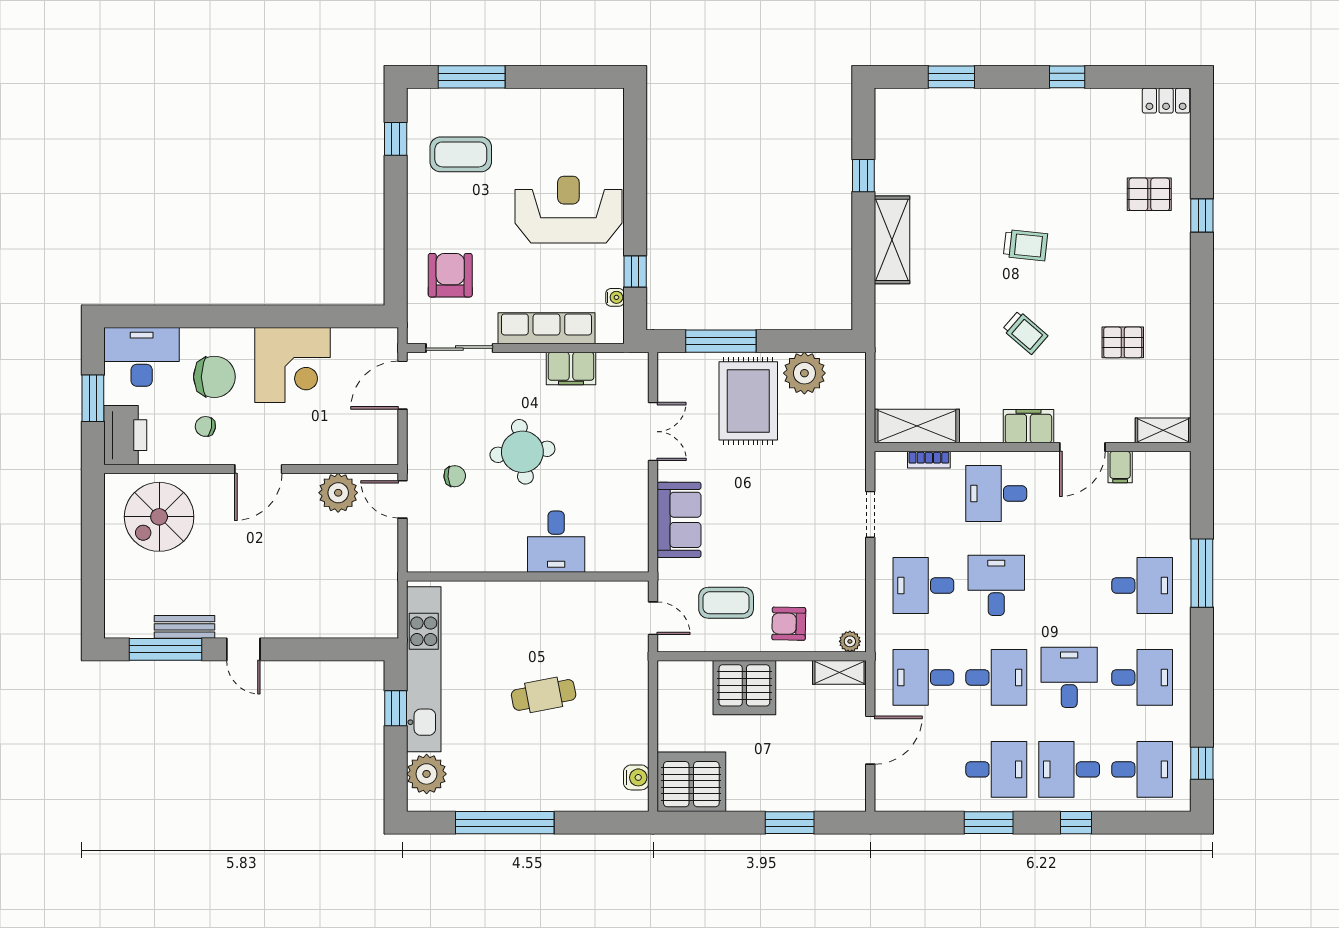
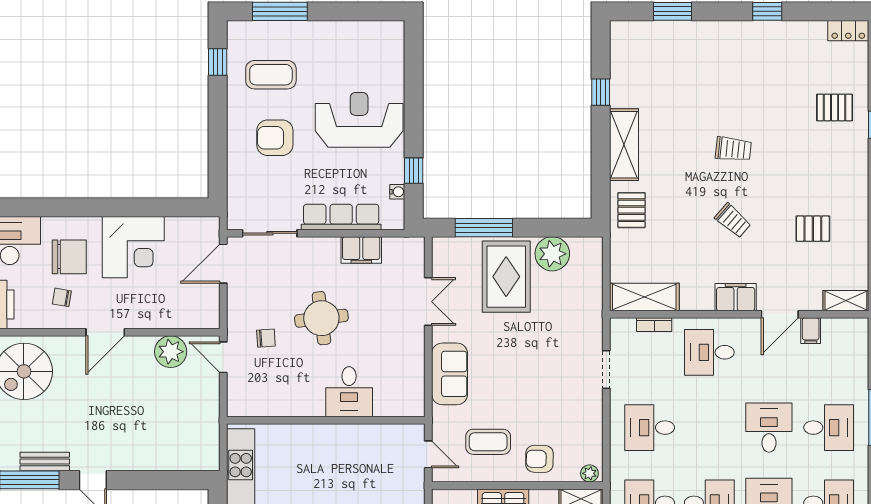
armchair: (450, 275) -> (275, 138), moved, turned -90
pallet: (901, 320) -> (632, 210), added
desk: (996, 585) -> (769, 428), moved

